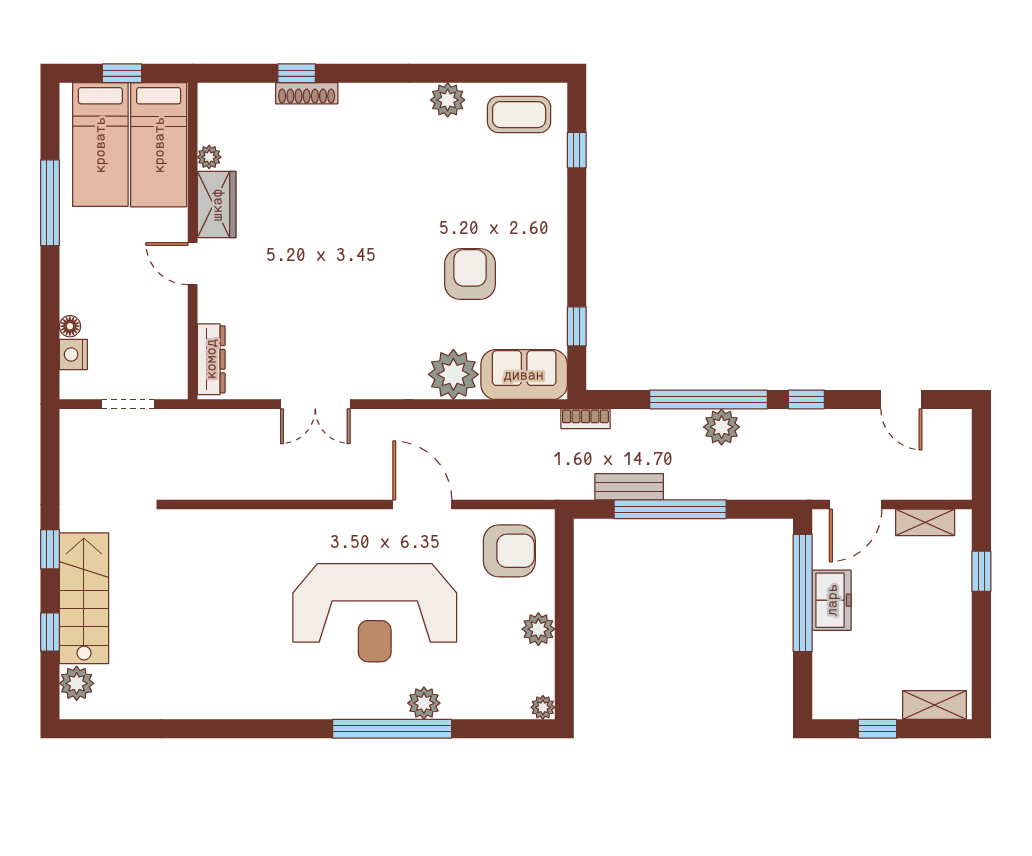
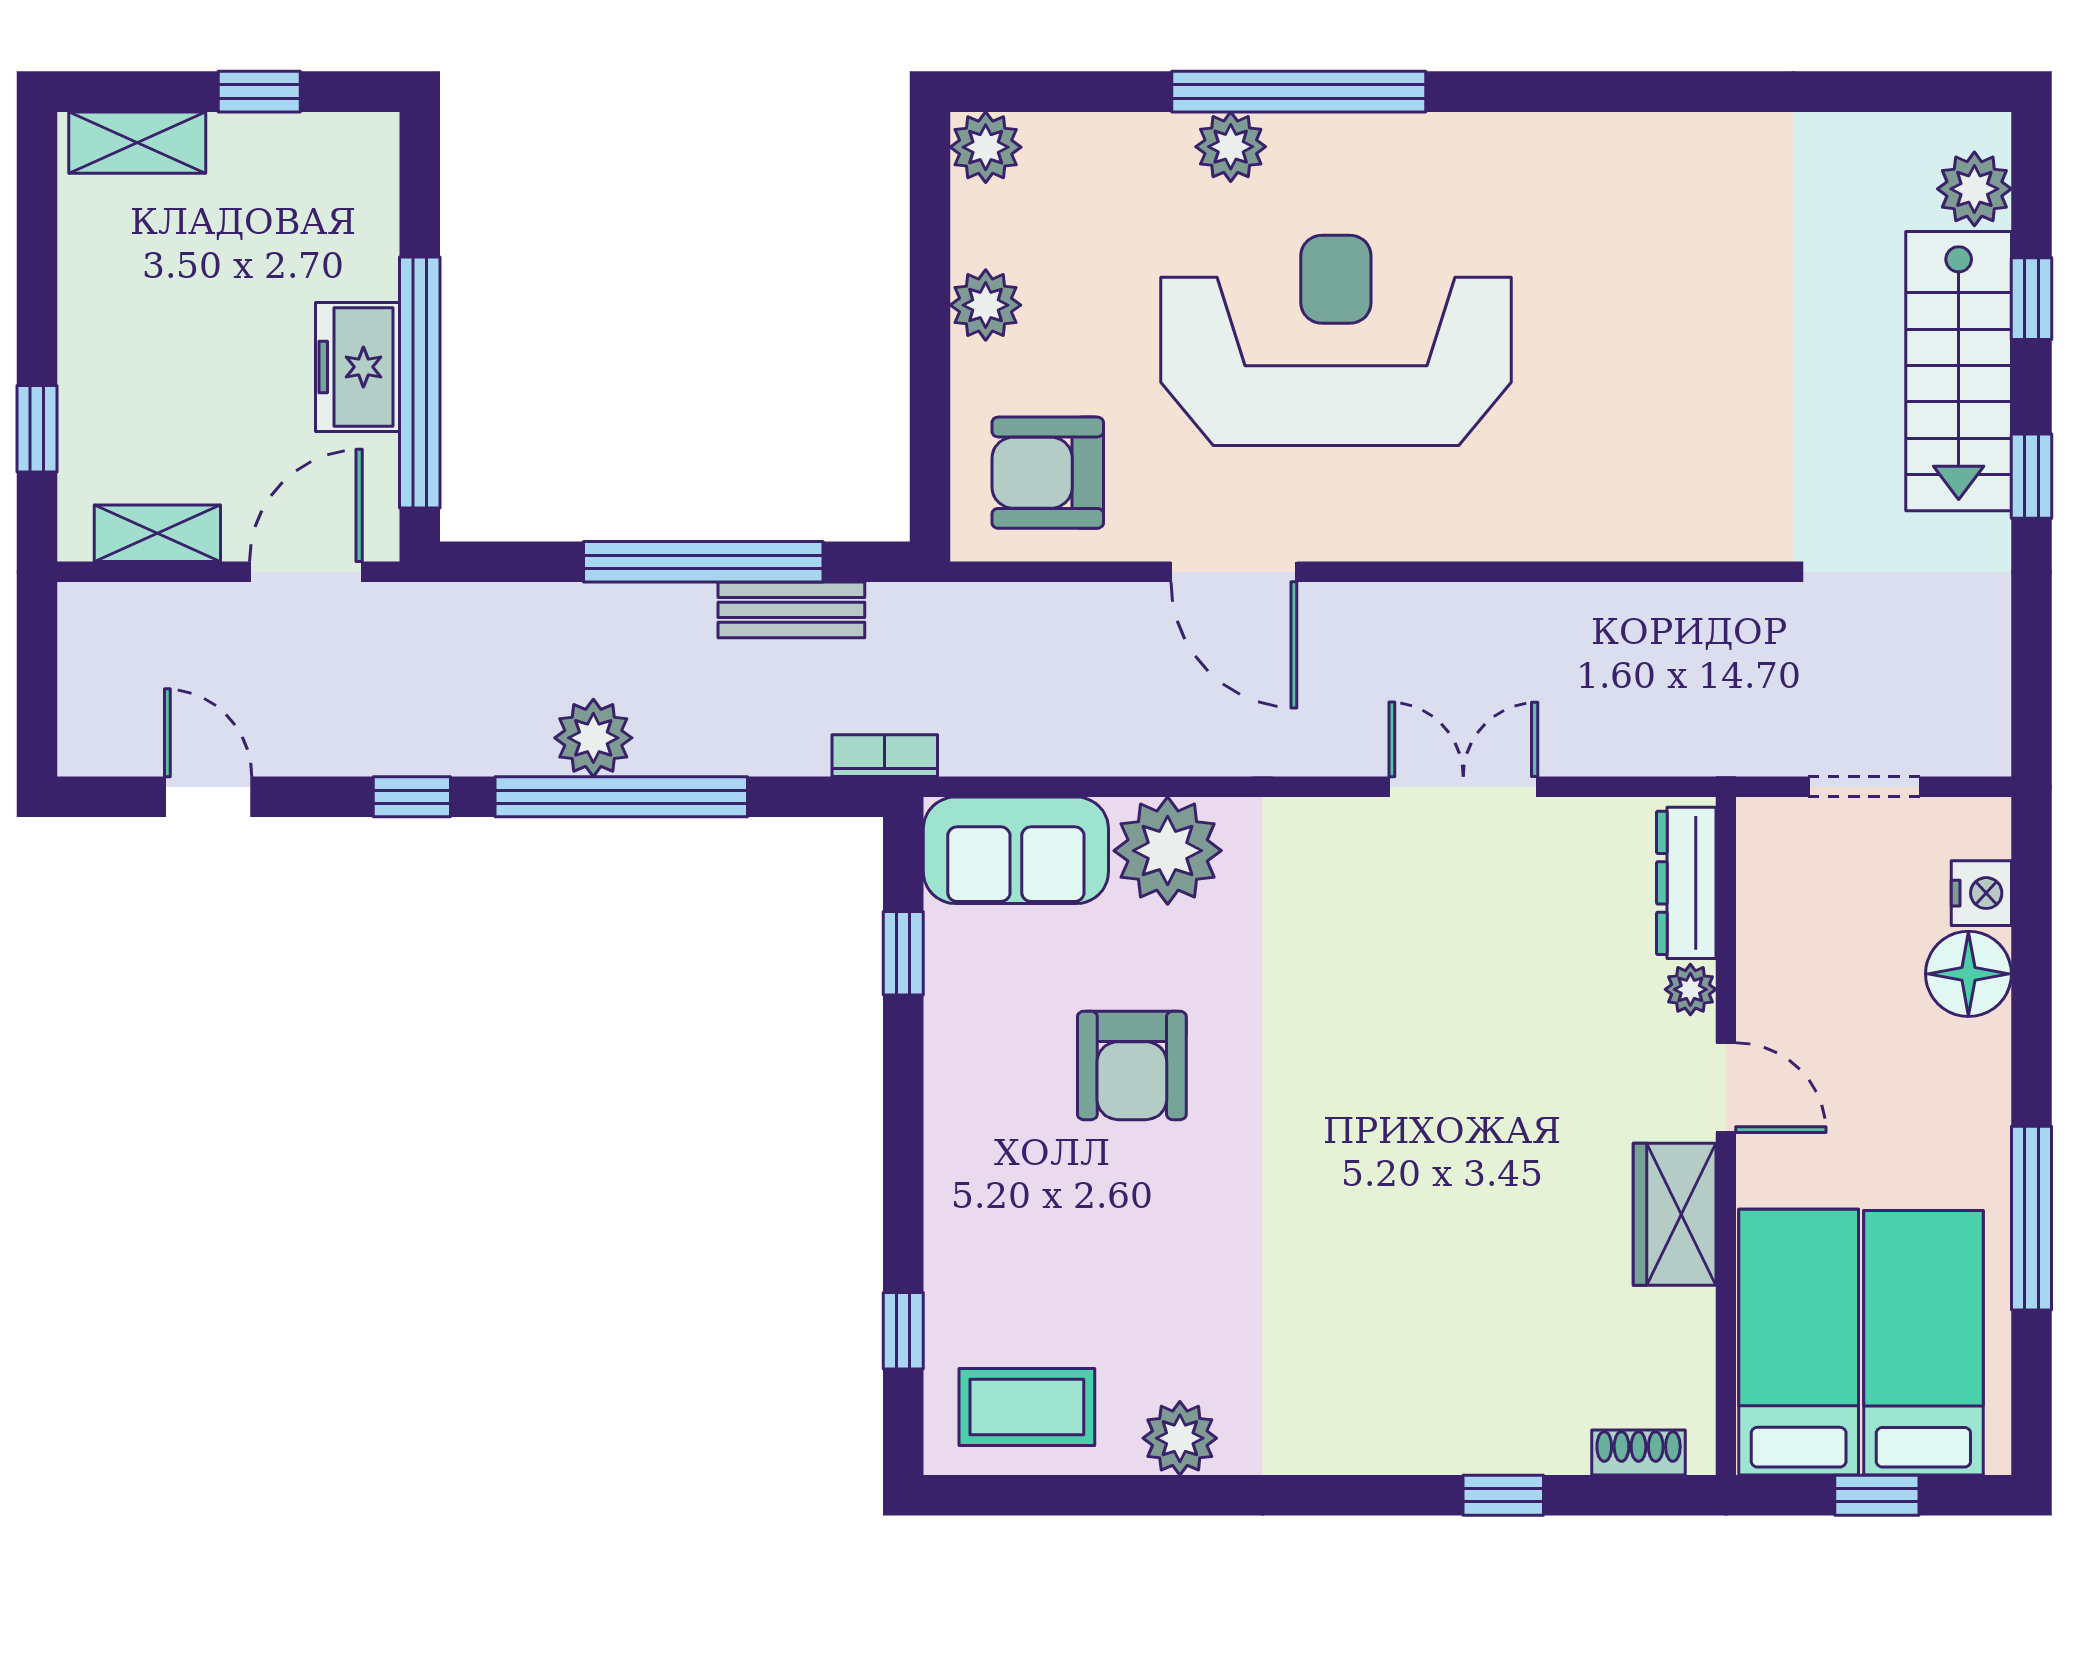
shoe rack: (307, 93) -> (1639, 1452), moved, width x0.70
plant: (209, 157) -> (1690, 989), moved
floor lamp: (70, 326) -> (1968, 974), width x1.89, depth x1.89
plant: (543, 707) -> (986, 147), width x1.38, depth x1.38

